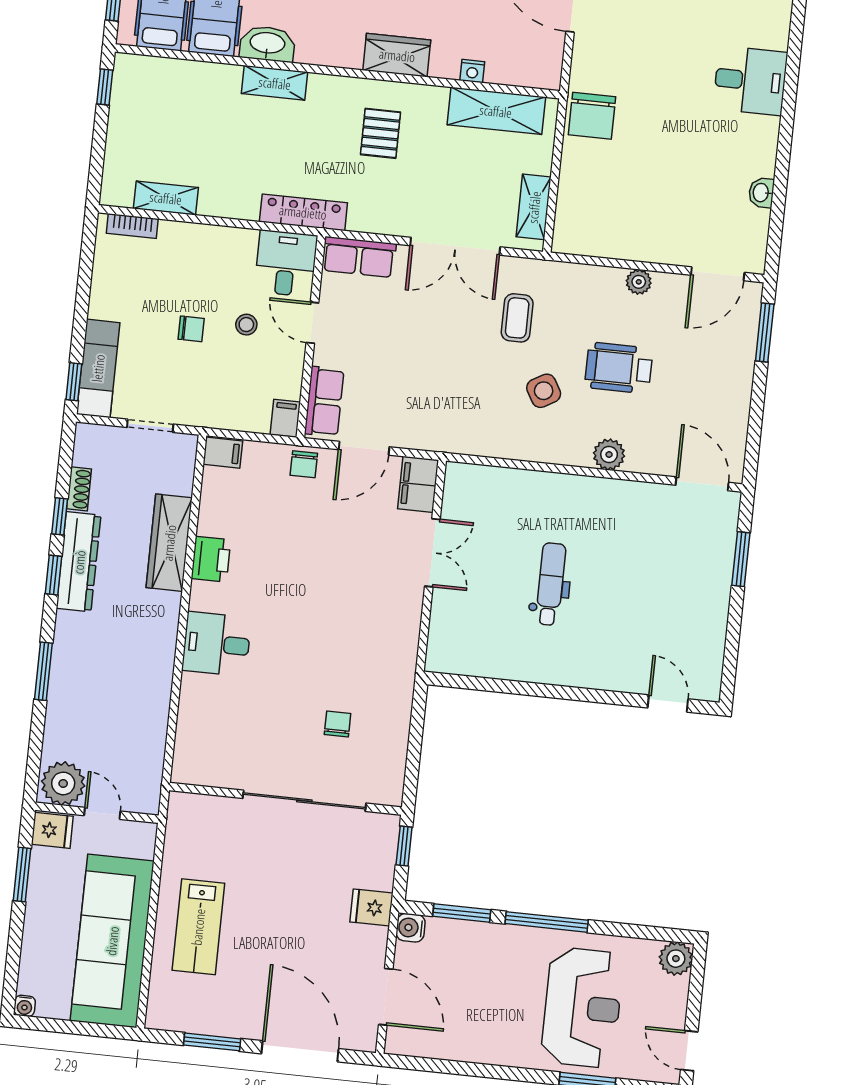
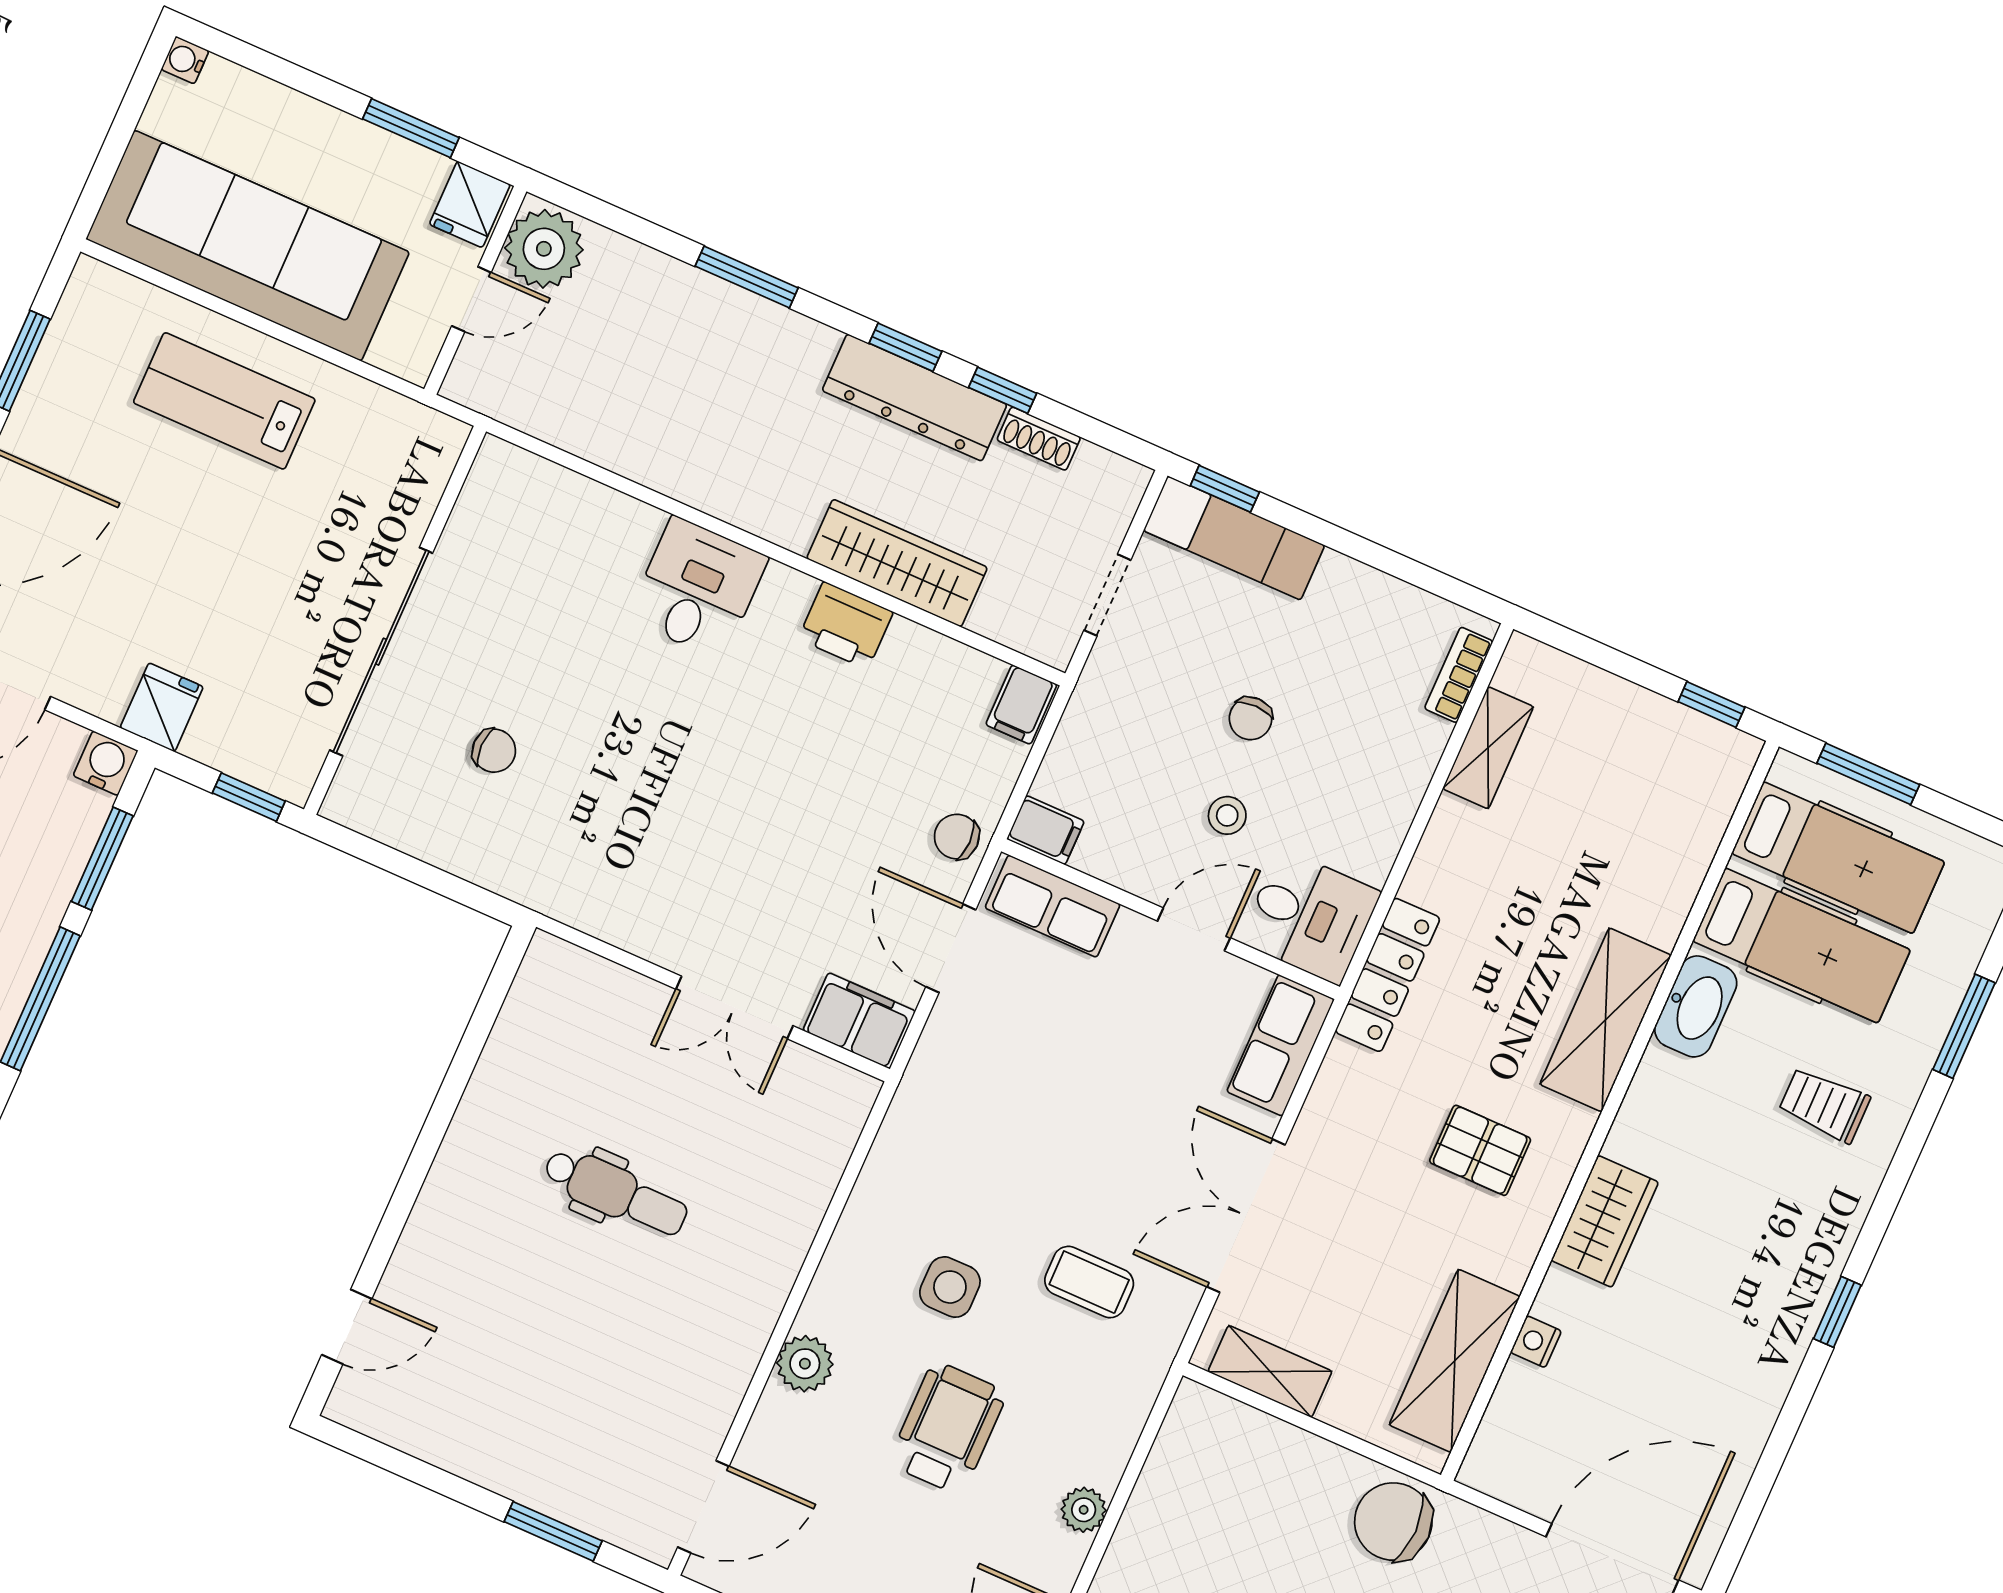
shelving: (275, 83) -> (1606, 1020), width x1.50, depth x1.33
side table: (544, 391) -> (950, 1287), turned 30

